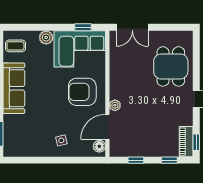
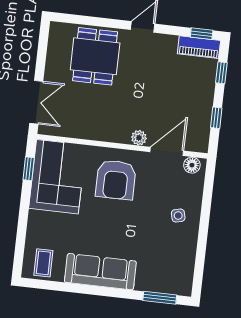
plant: (46, 37) -> (37, 220), removed
dining table: (171, 66) -> (95, 56), turned 90
door: (107, 127) -> (167, 151), swing flipped

